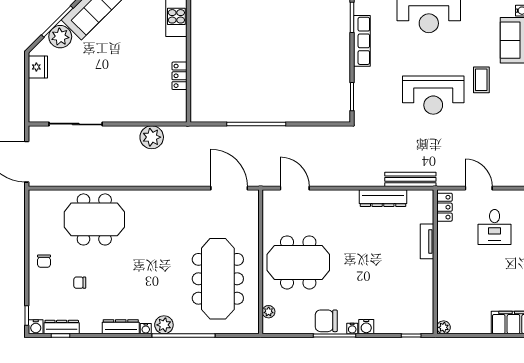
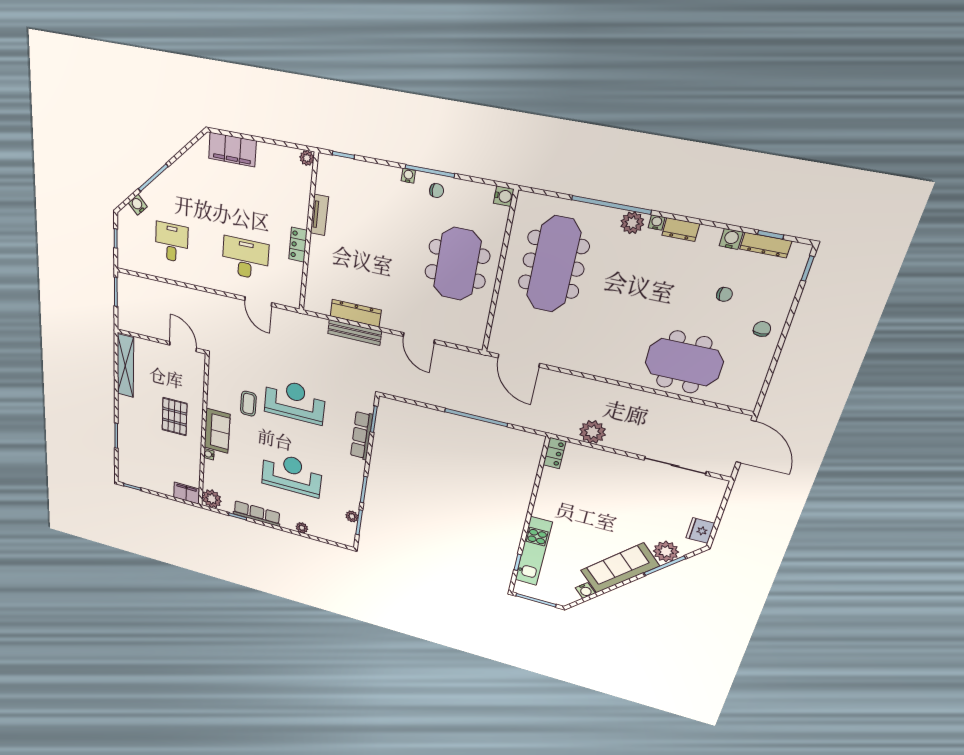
row of seats: (362, 41) -> (362, 435), moved
locker: (179, 76) -> (555, 453), moved
bench: (410, 179) -> (355, 332), moved
door: (295, 188) -> (419, 338), moved
locker: (444, 207) -> (298, 245), moved
desk: (495, 227) -> (245, 258), width x1.37
tv unit: (427, 241) -> (319, 215), moved
meeting table: (298, 262) -> (457, 264), turned 90
plant: (269, 312) -> (502, 214), removed
chair: (326, 321) -> (437, 191), width x0.54, depth x0.54
water cooler: (36, 327) -> (731, 239), moved
dresser: (121, 327) -> (681, 230), width x0.70
water cooler: (366, 327) -> (504, 196), moved, turned 90

